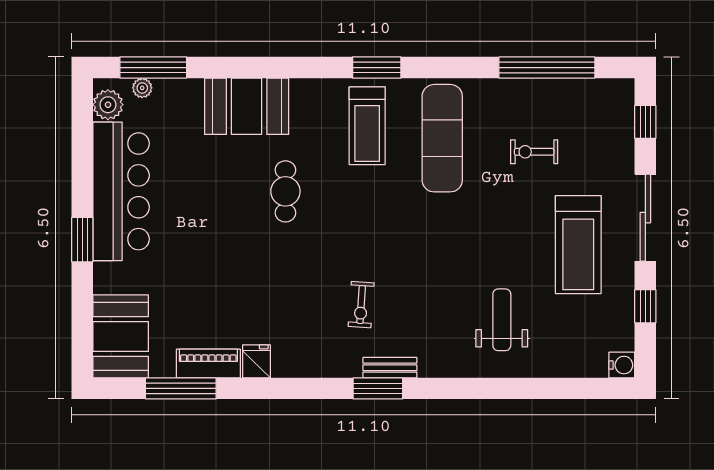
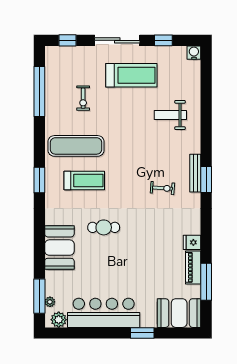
treadmill: (367, 126) -> (84, 180), moved
window: (82, 240) -> (142, 333), moved
bench: (390, 368) -> (195, 173), width x1.36

